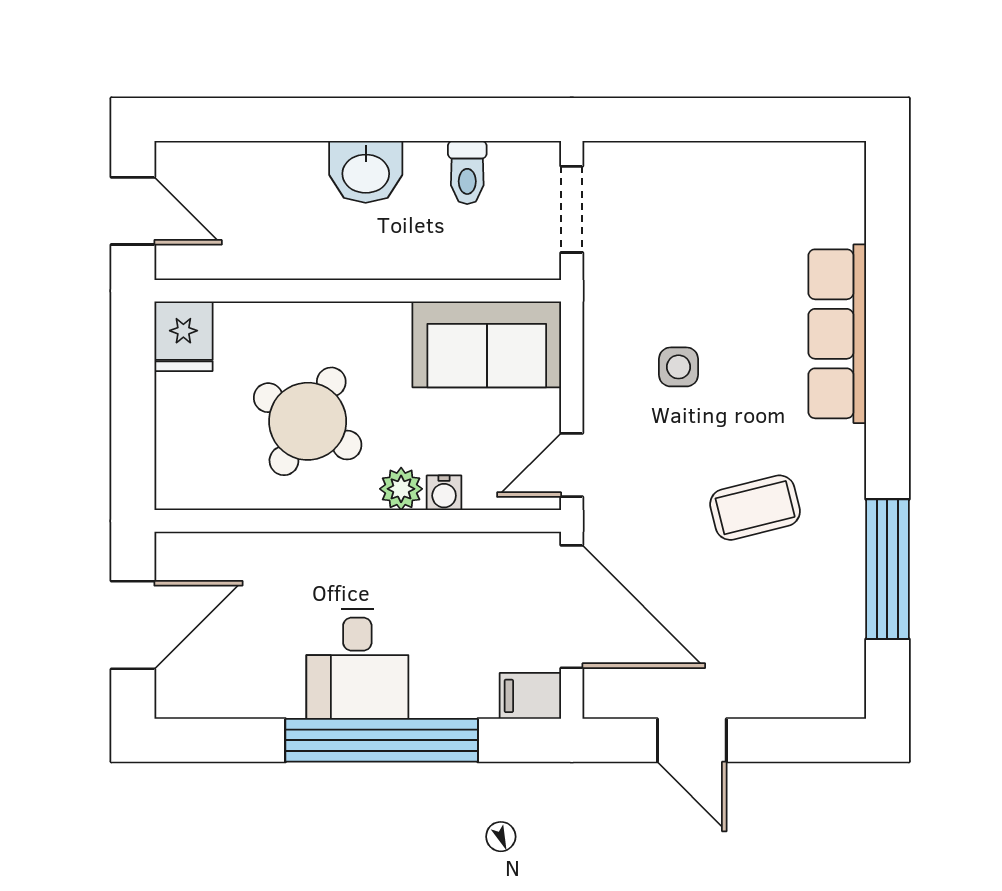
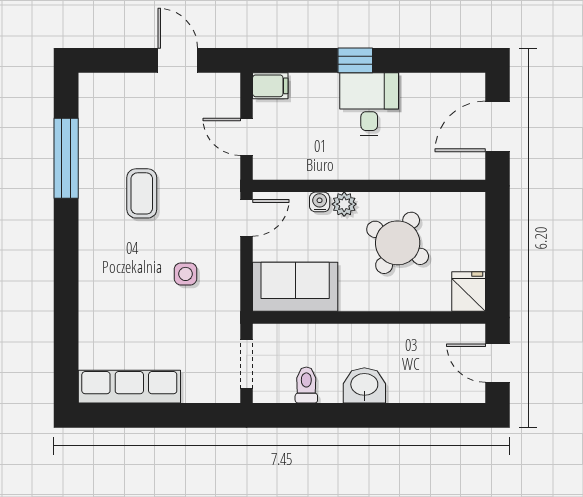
row of seats: (837, 334) -> (129, 387), moved, turned -90
coffee table: (755, 508) -> (142, 193), turned -76
door: (572, 607) -> (247, 137), width x0.53
window: (382, 740) -> (355, 60), width x0.32

